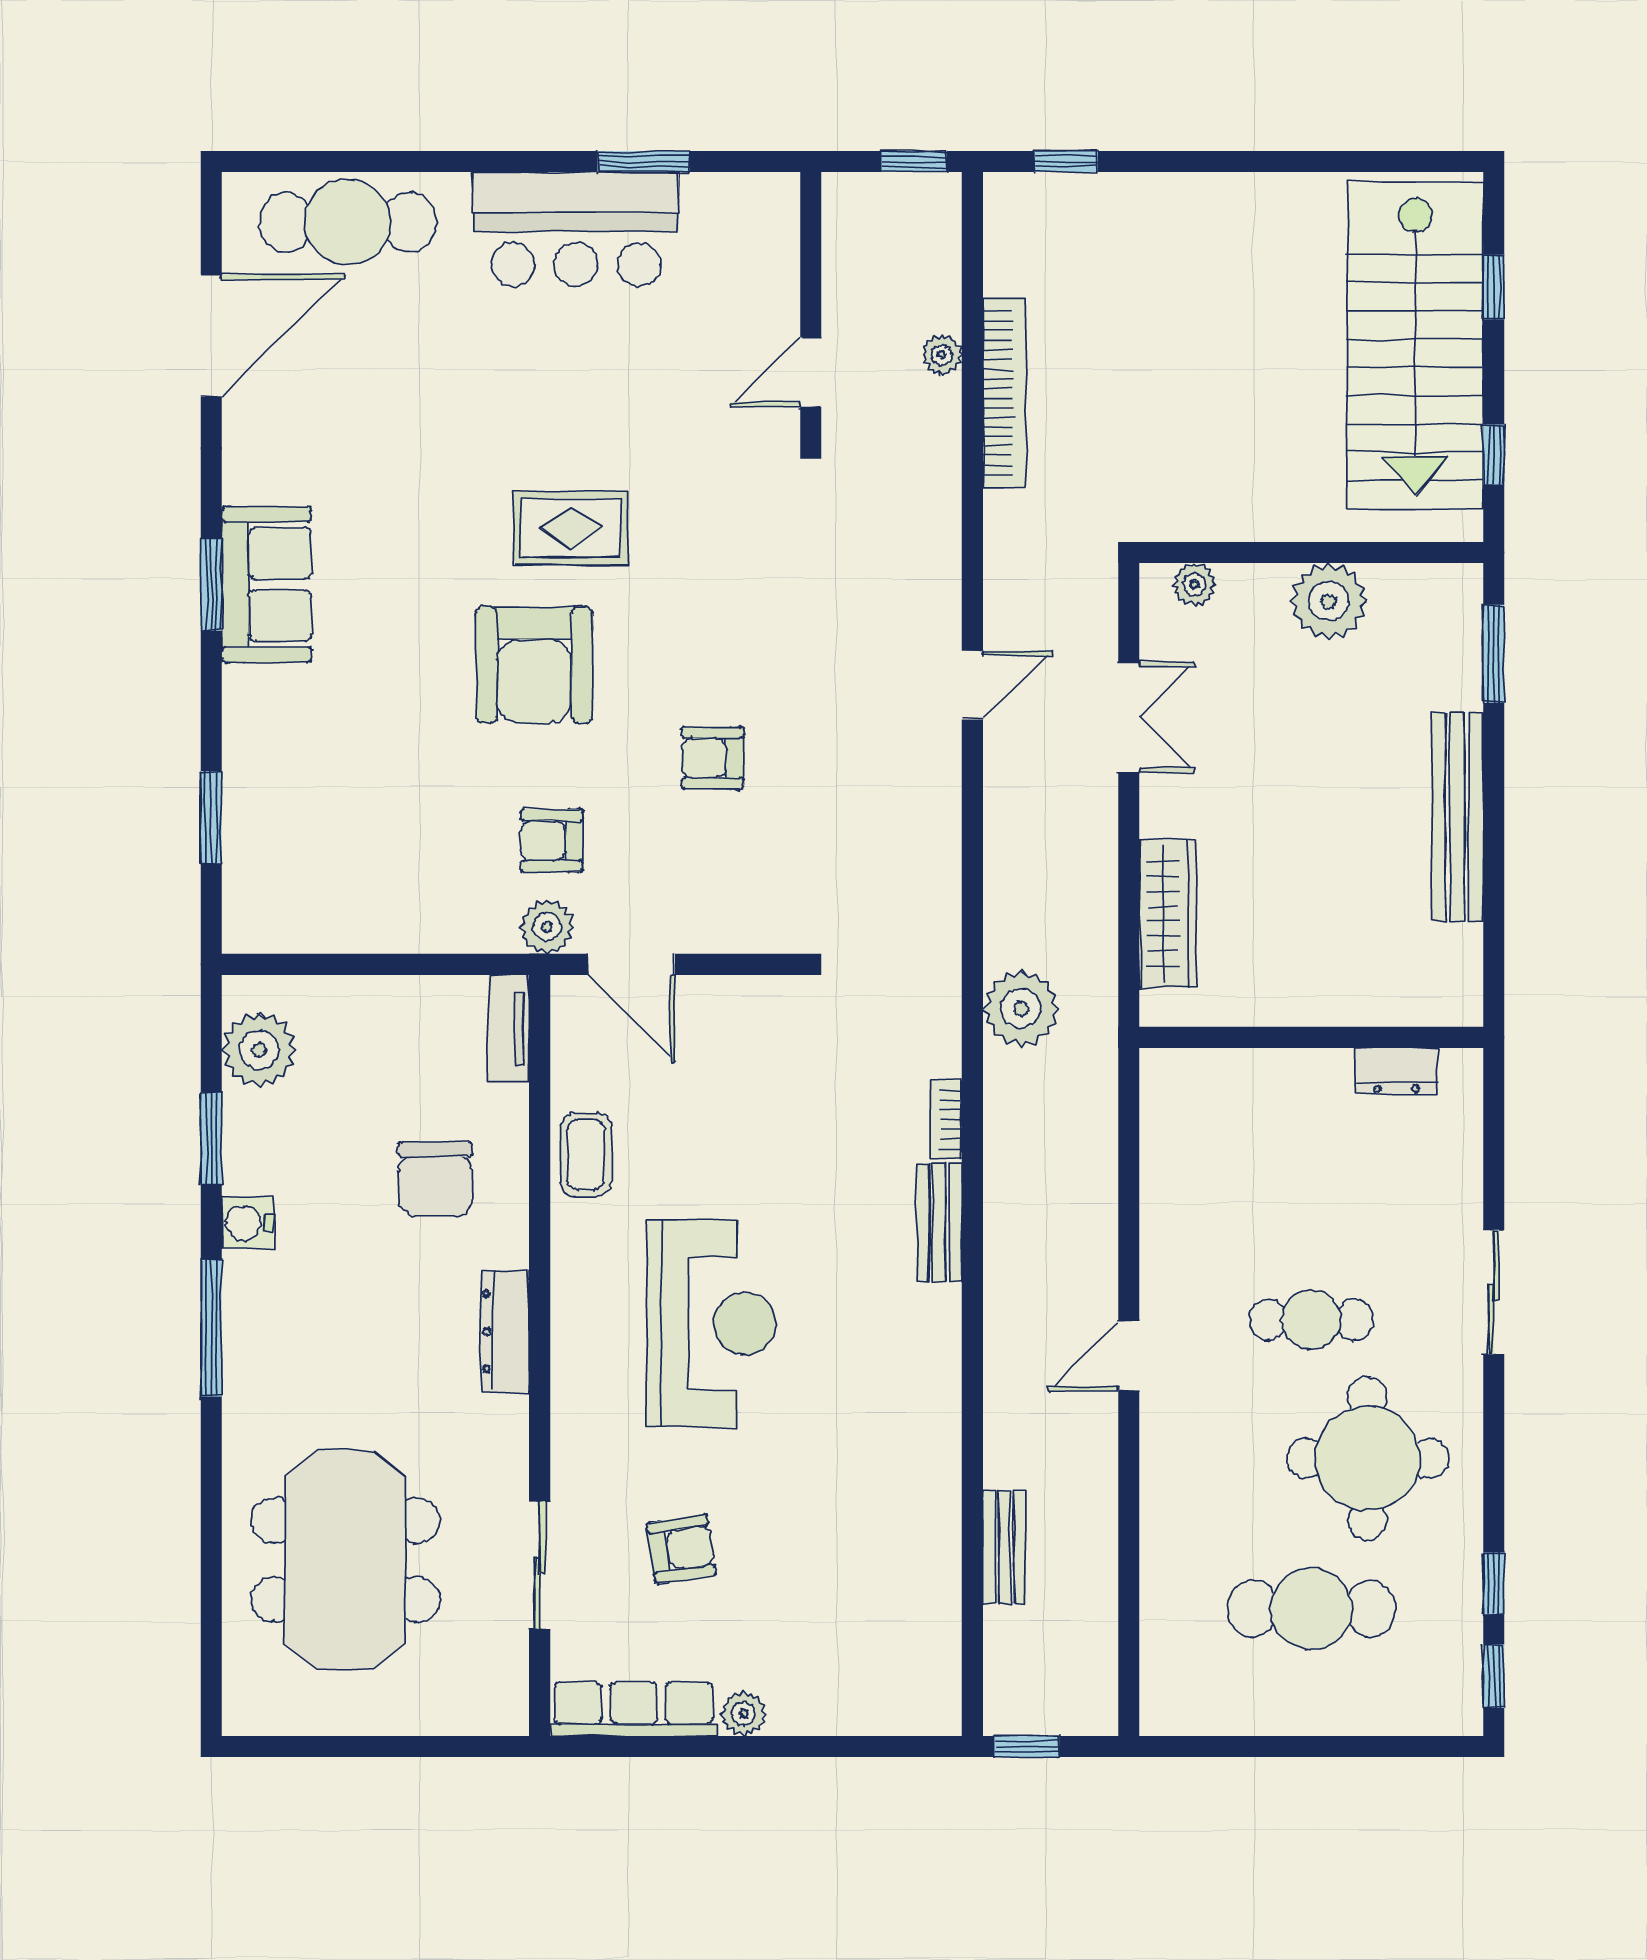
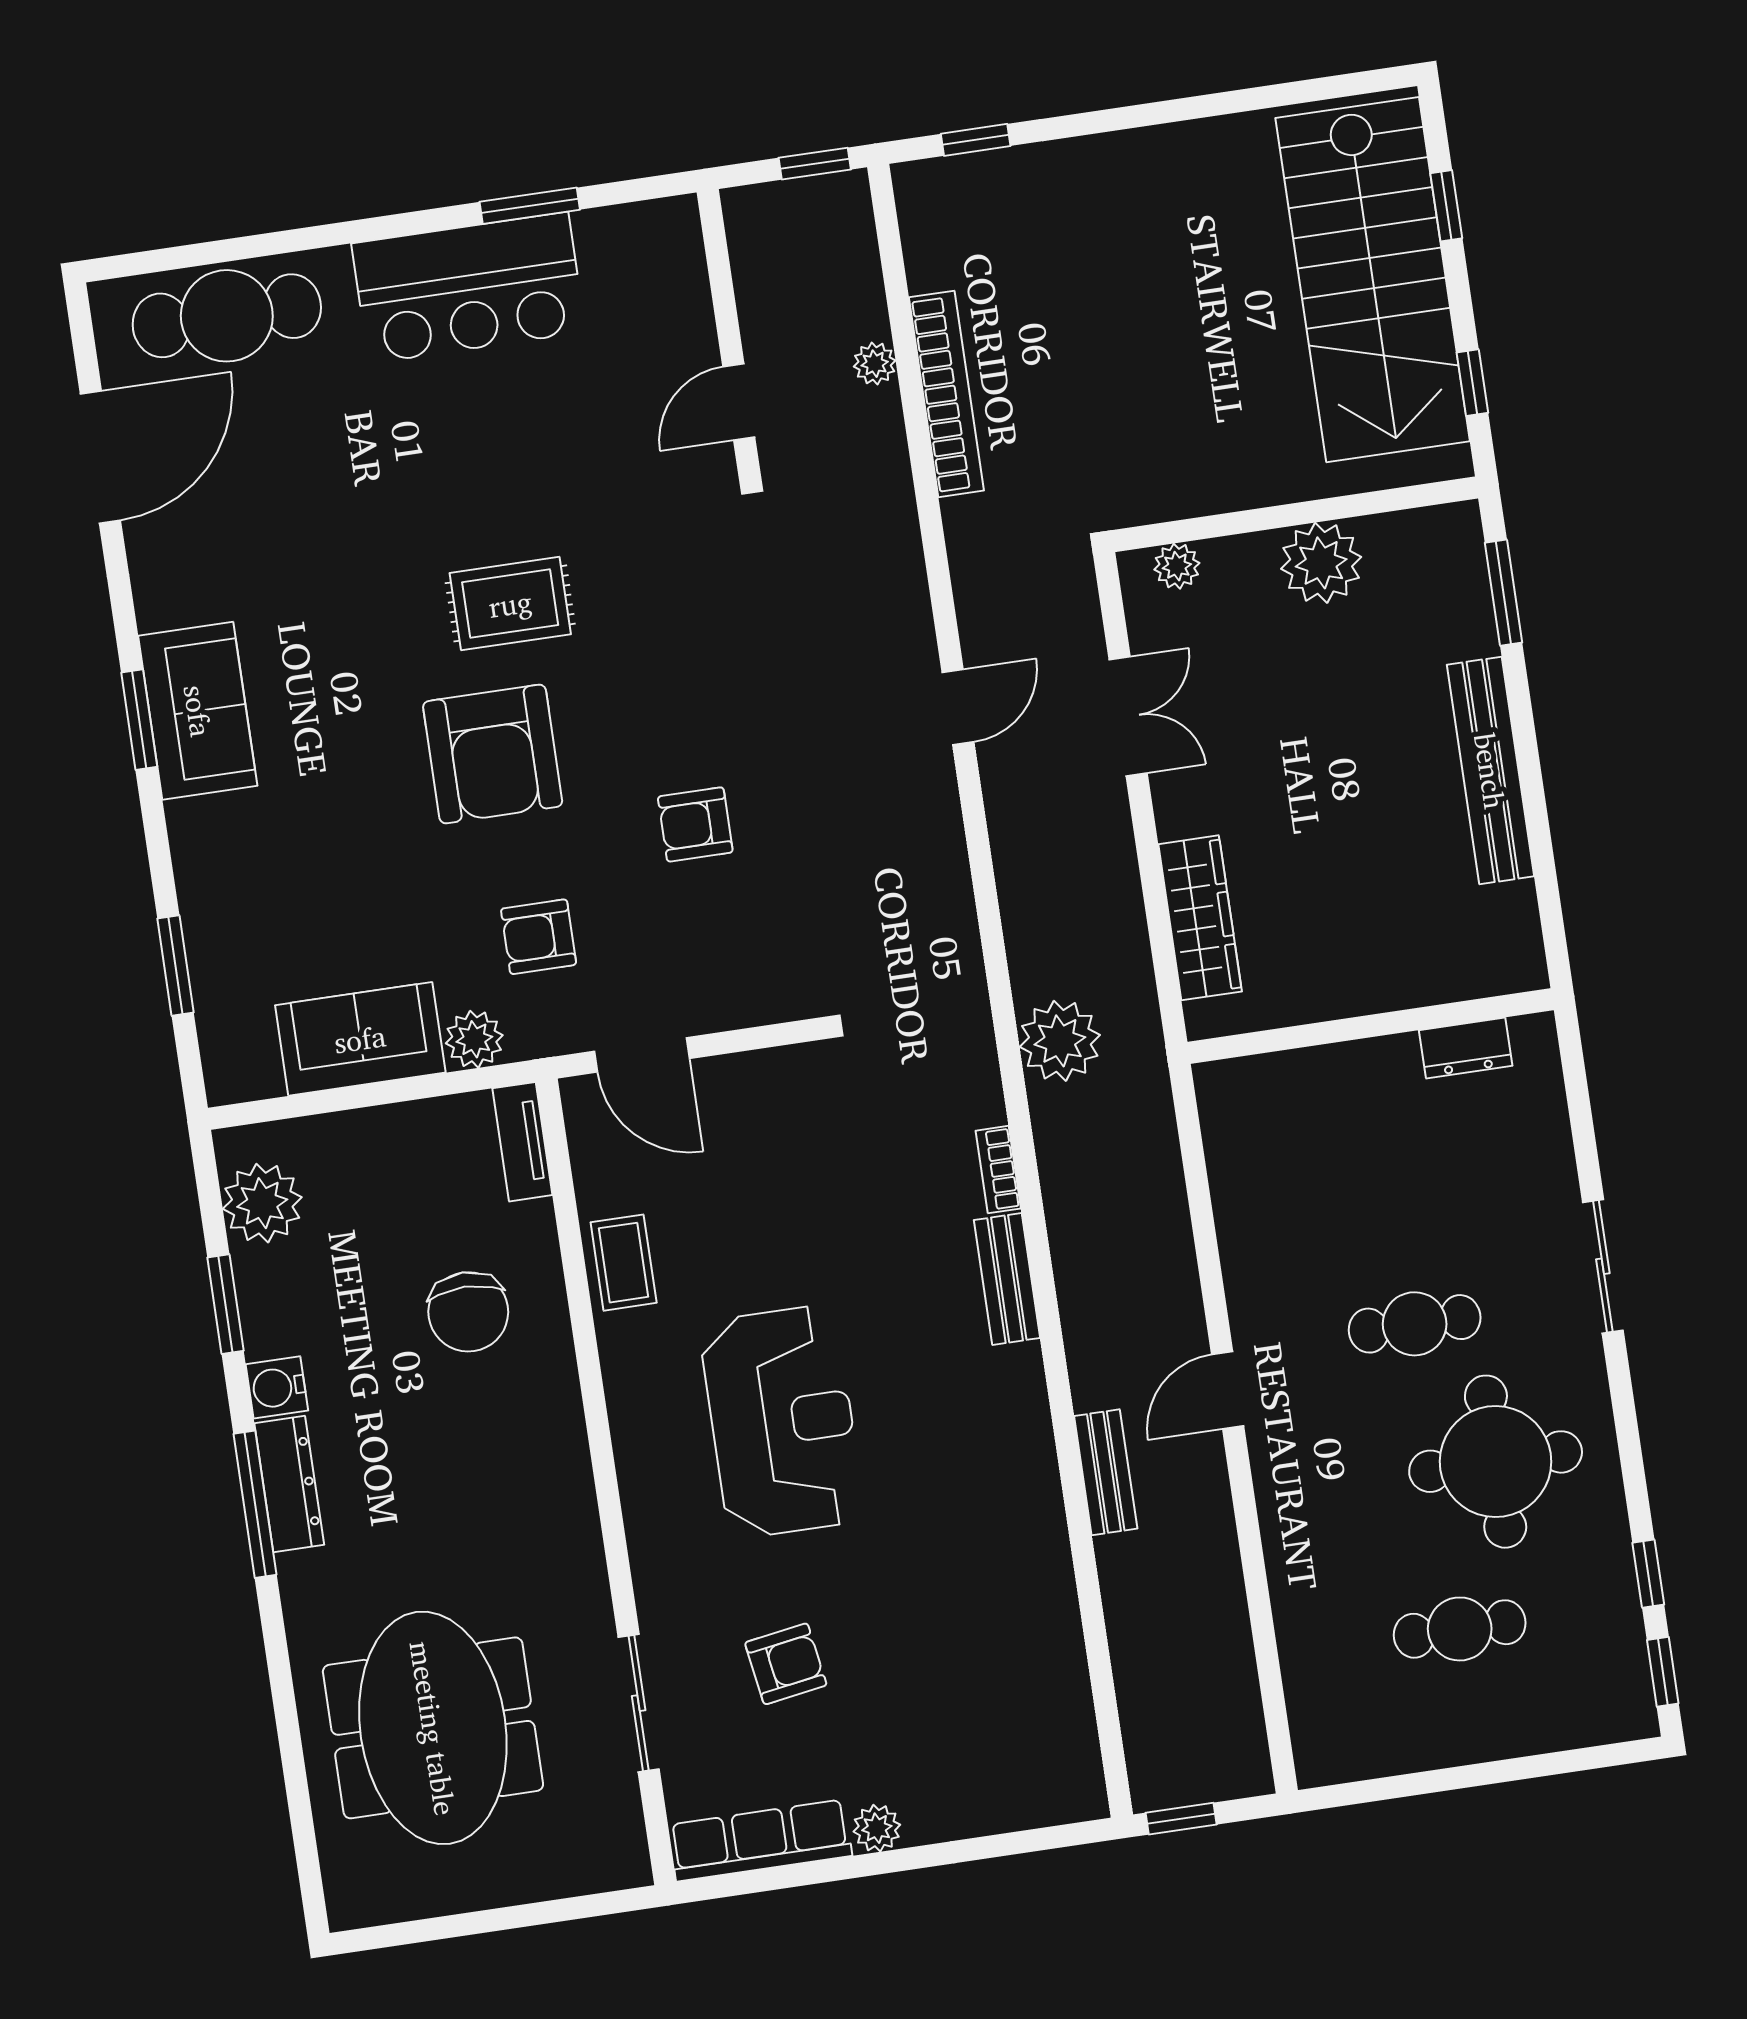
sofa: (372, 911) -> (360, 1039), added
plant: (547, 927) -> (474, 1039), moved
dresser: (505, 1332) -> (289, 1484), moved, turned 180
bench: (1004, 1547) -> (1106, 1472), moved
cafe table: (1311, 1609) -> (1460, 1629), width x0.73, depth x0.74

